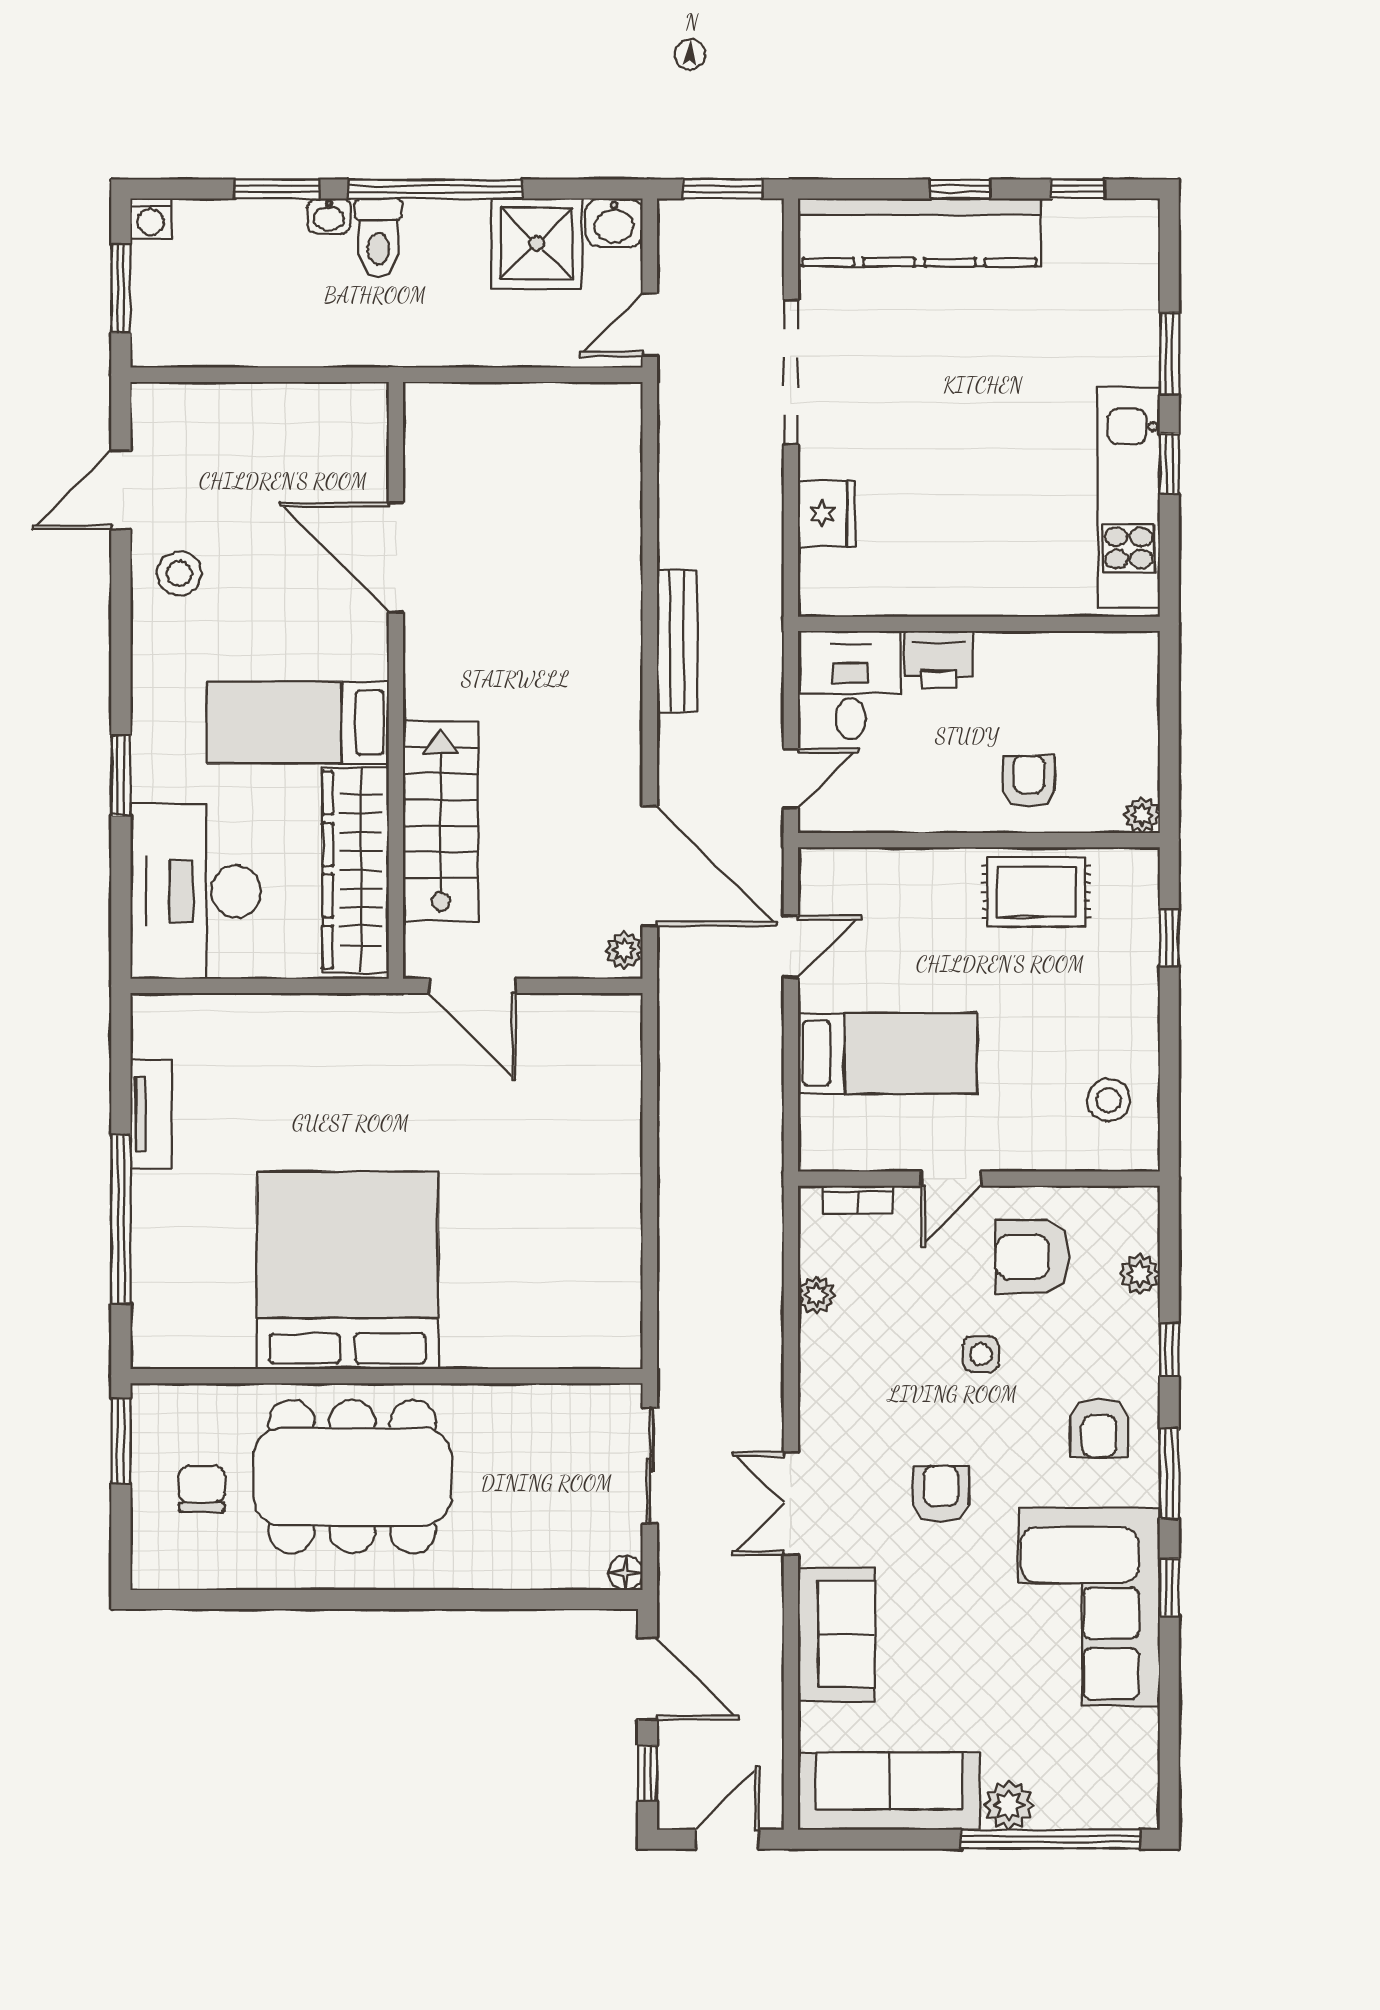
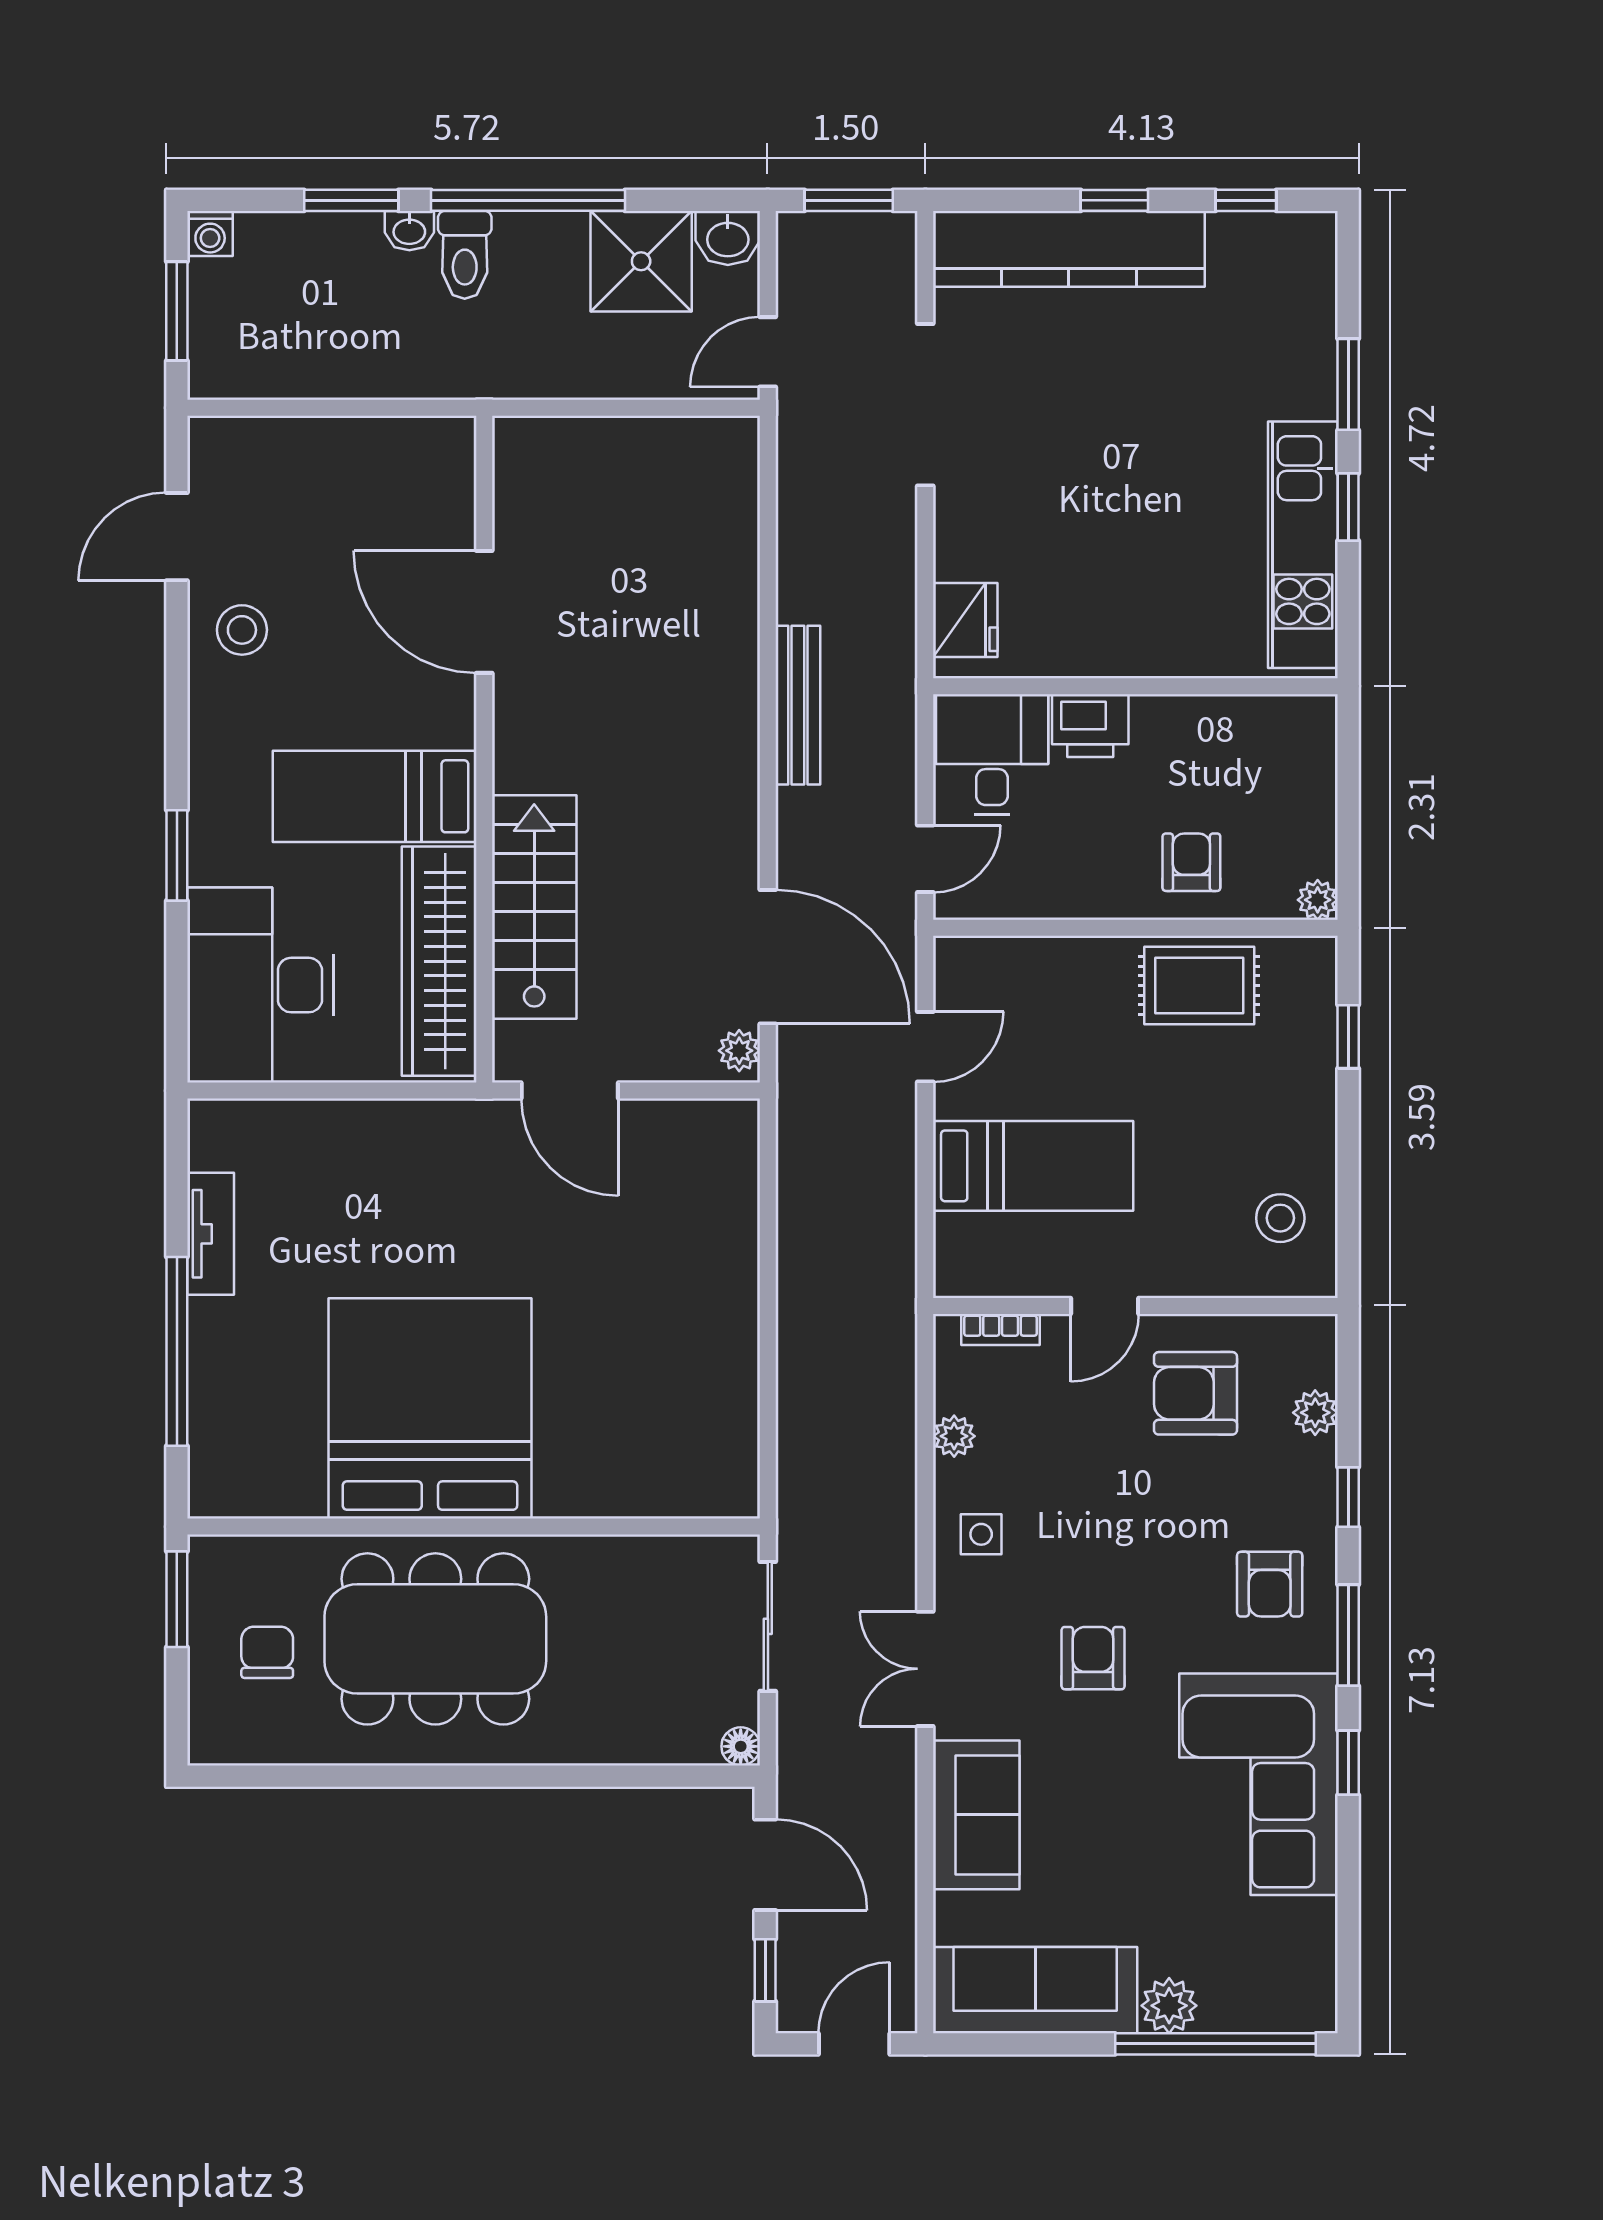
fridge: (827, 514) -> (965, 620), moved
side table: (981, 1354) -> (981, 1534), moved

